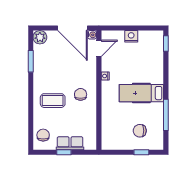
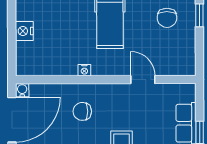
door: (99, 48) -> (143, 80), moved
chair: (81, 94) -> (82, 111), moved

